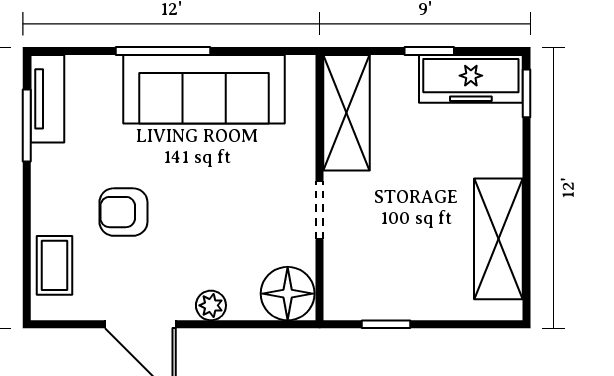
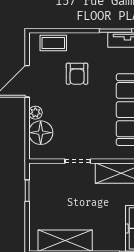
armchair: (123, 212) -> (77, 74), turned 180
floor lamp: (288, 294) -> (41, 133), moved

